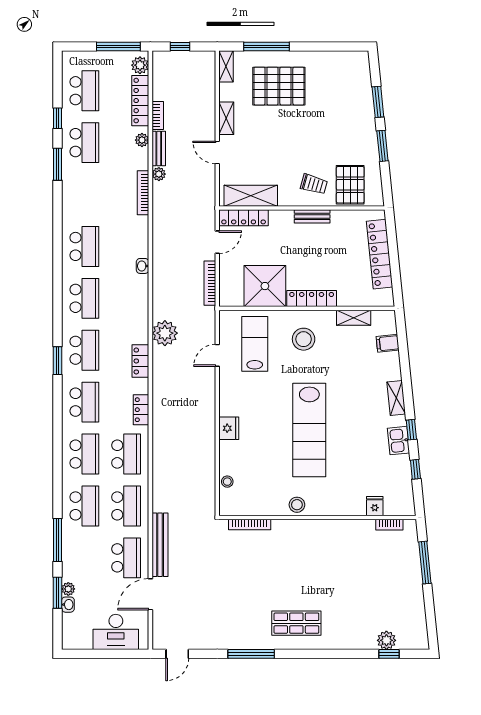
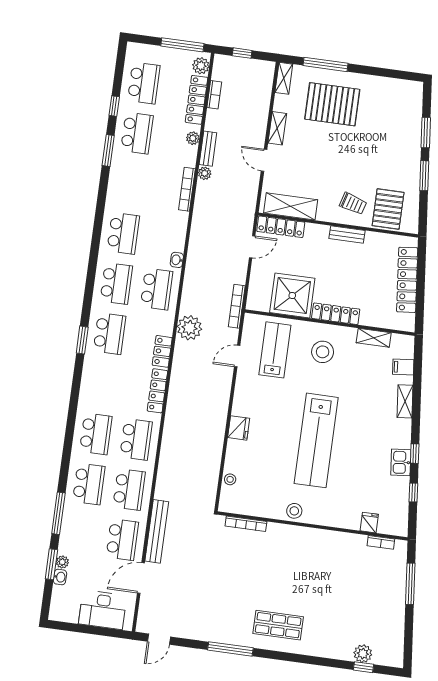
bookcase: (158, 116) -> (214, 95), moved
bookcase: (210, 283) -> (237, 306), moved
shelving: (396, 398) -> (405, 401), moved
school desk: (84, 402) -> (157, 289), moved
locker: (141, 410) -> (157, 391), width x1.53

